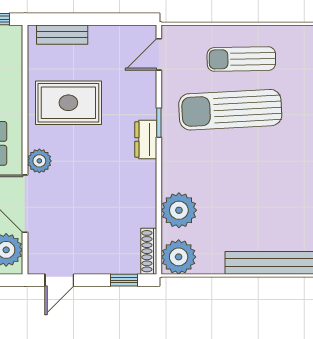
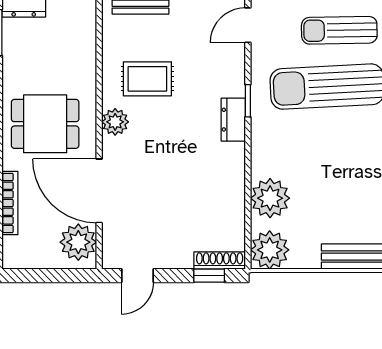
rug: (68, 103) -> (147, 79), width x0.73, depth x0.70
plant: (39, 161) -> (115, 122), moved
shoe rack: (149, 251) -> (220, 260), moved, turned 90

